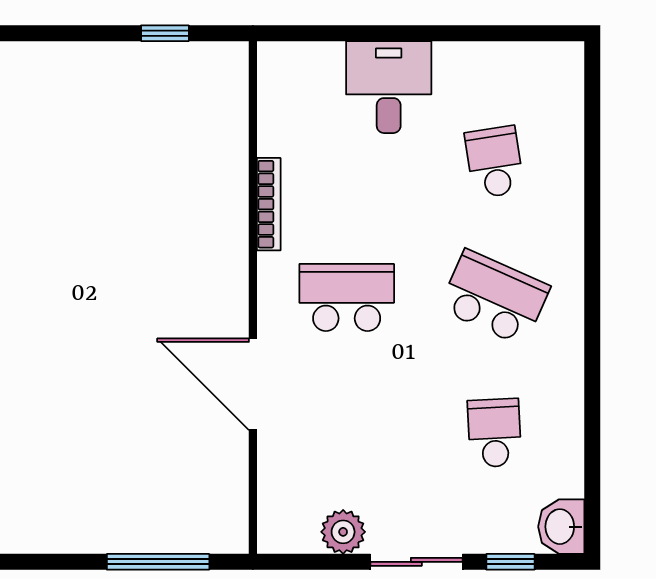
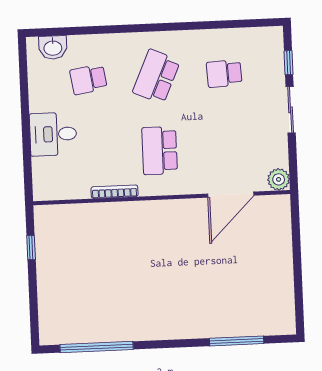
door: (253, 384) -> (231, 195), moved
washbasin: (561, 527) -> (53, 47), moved
plant: (343, 532) -> (279, 179), moved
window: (158, 562) -> (296, 239), removed

